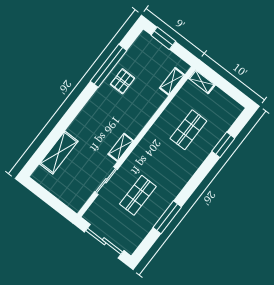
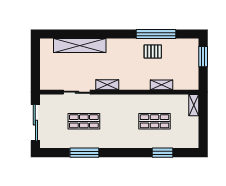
shelving: (172, 81) -> (161, 85), moved
shelving: (59, 153) -> (80, 46), width x1.47

